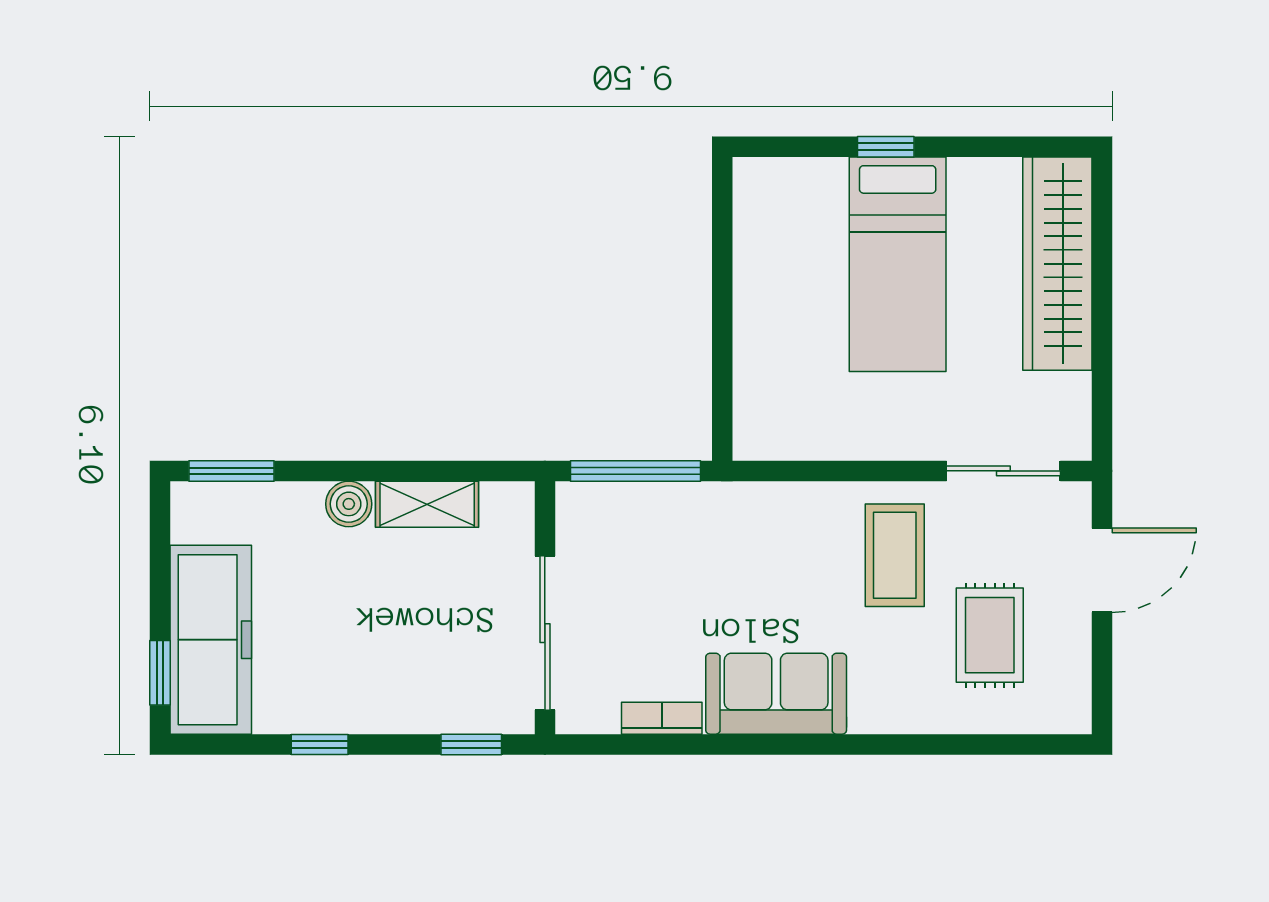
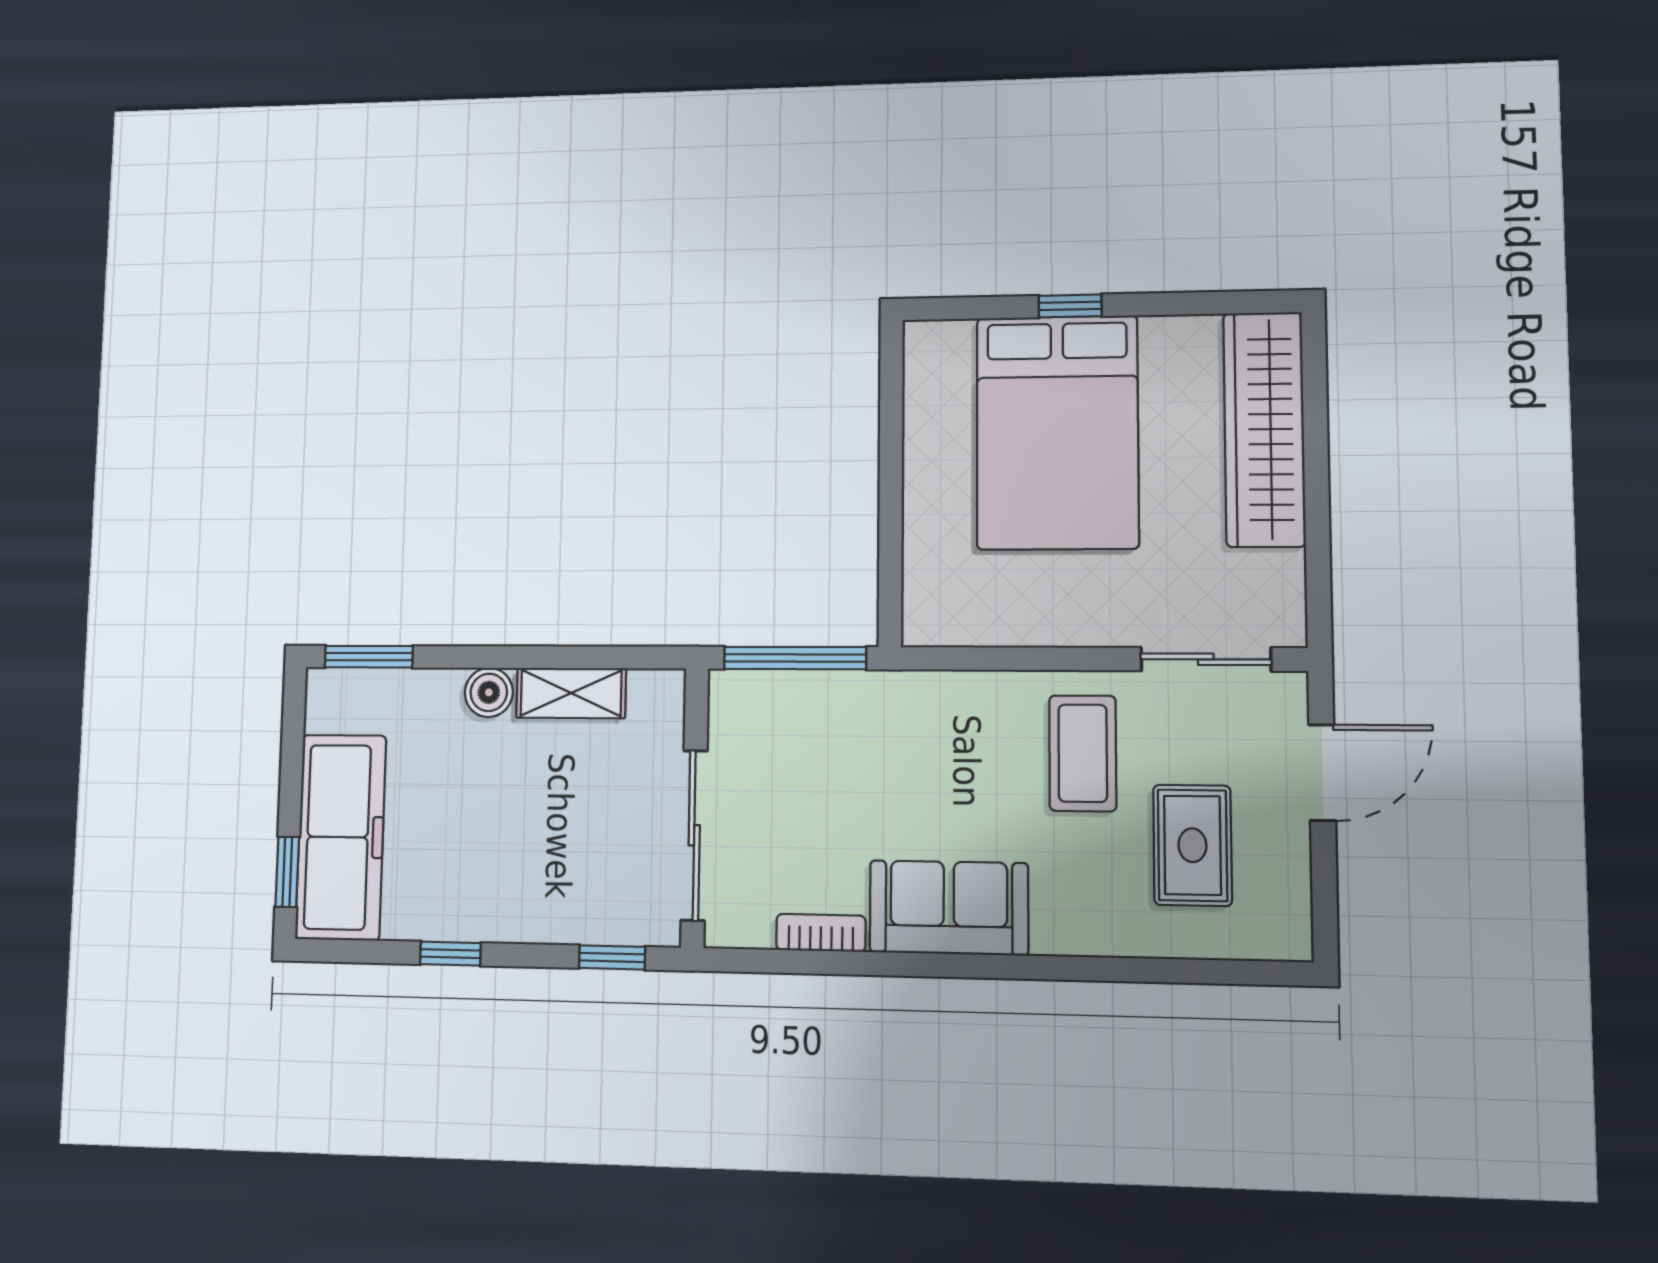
bed: (898, 264) -> (1057, 432), width x1.50

